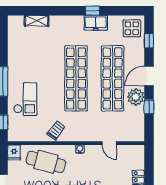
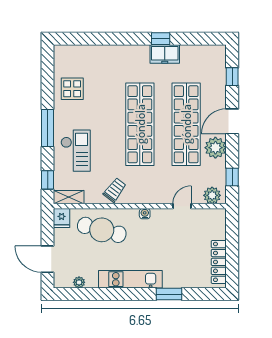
shelving: (37, 21) -> (69, 197), moved
display table: (132, 28) -> (72, 89), moved
window: (149, 107) -> (232, 177), moved
plant: (133, 135) -> (212, 195), added
door: (109, 143) -> (182, 206), swing flipped

